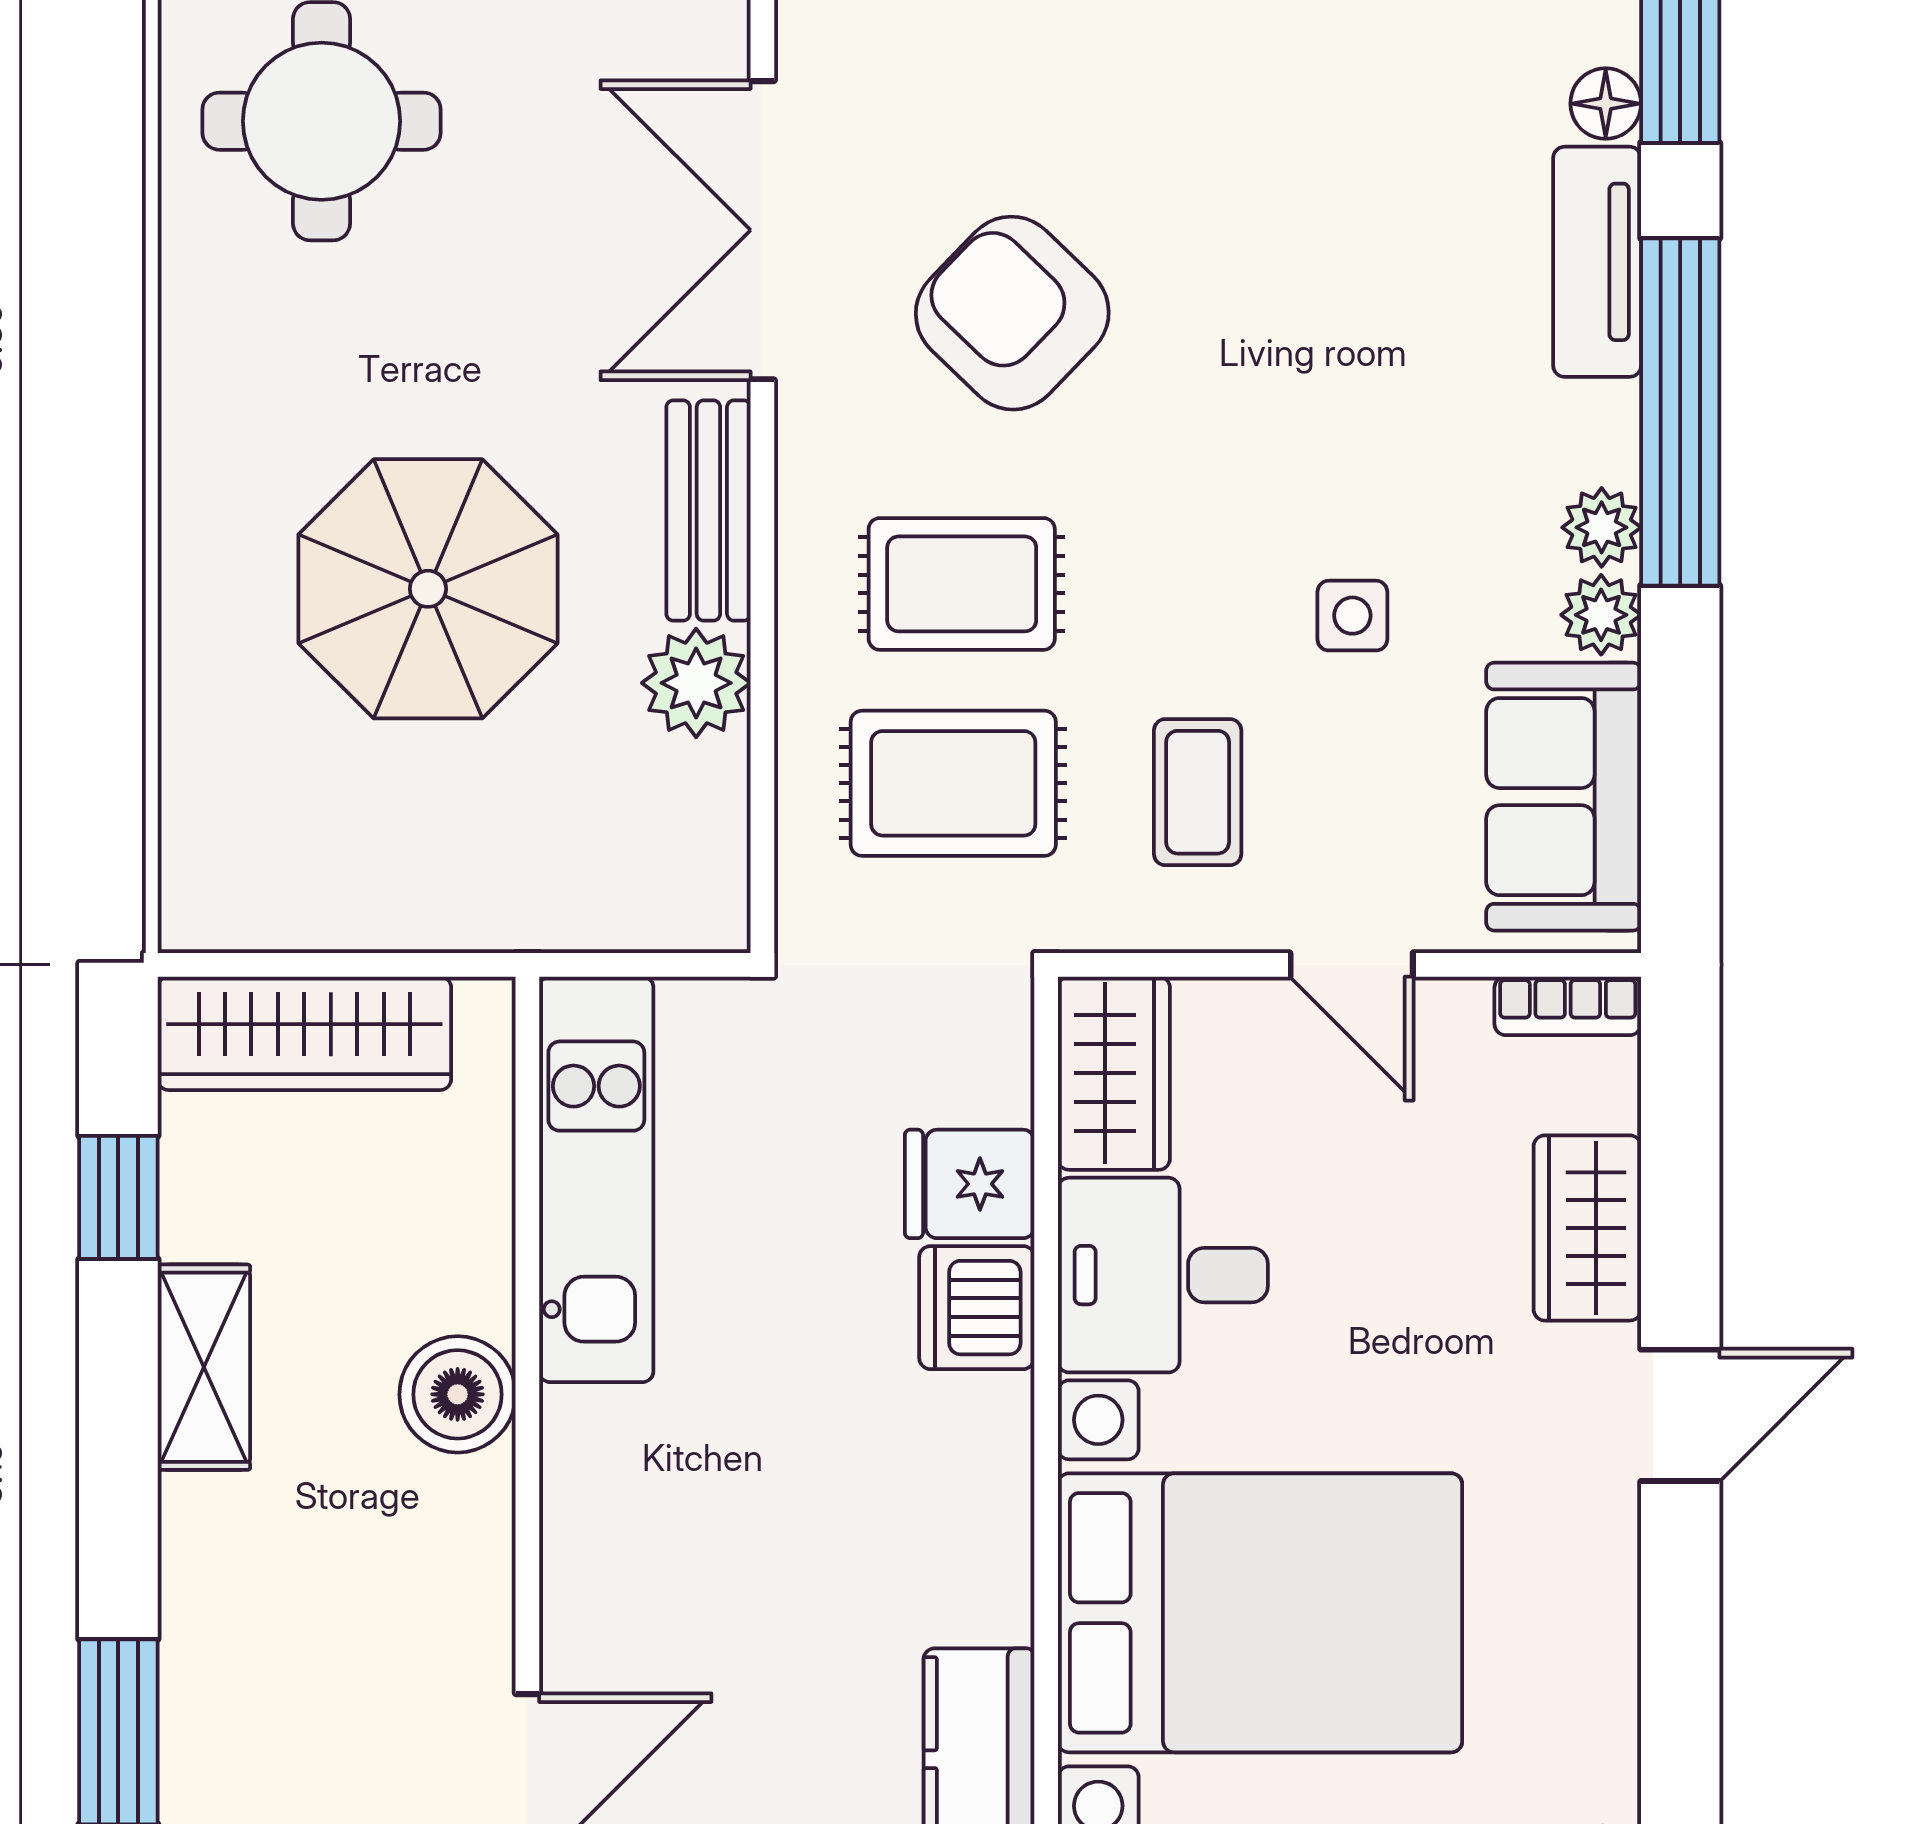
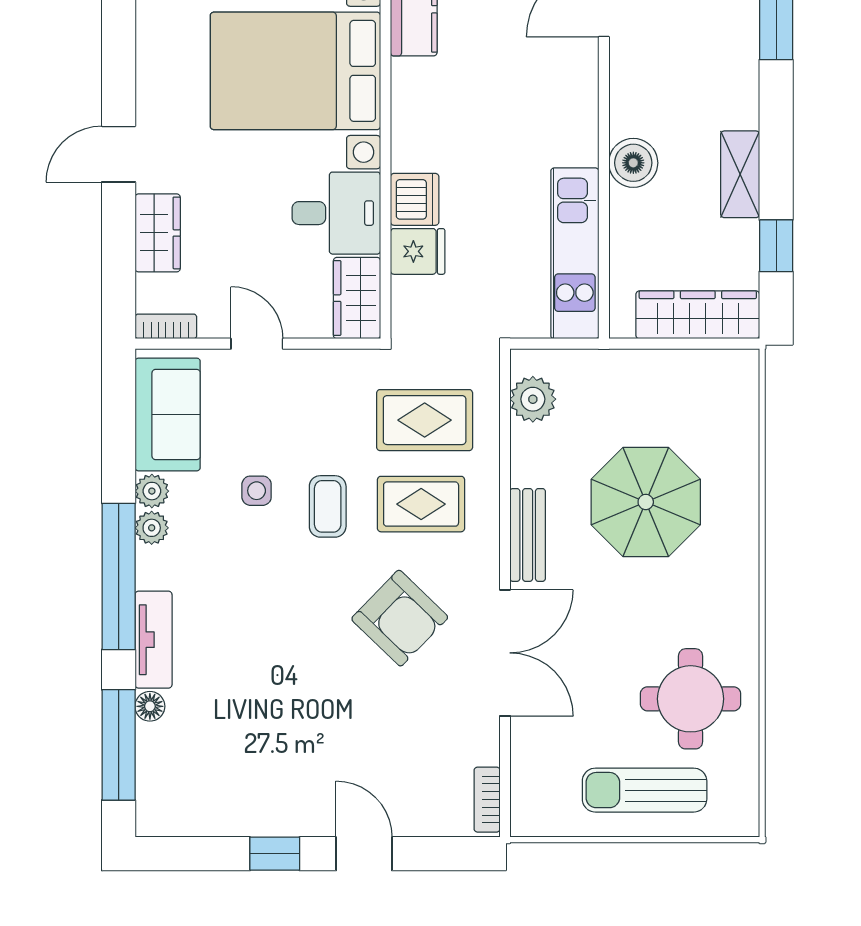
plant: (696, 683) -> (533, 399), moved
coffee table: (1198, 792) -> (328, 506), moved

